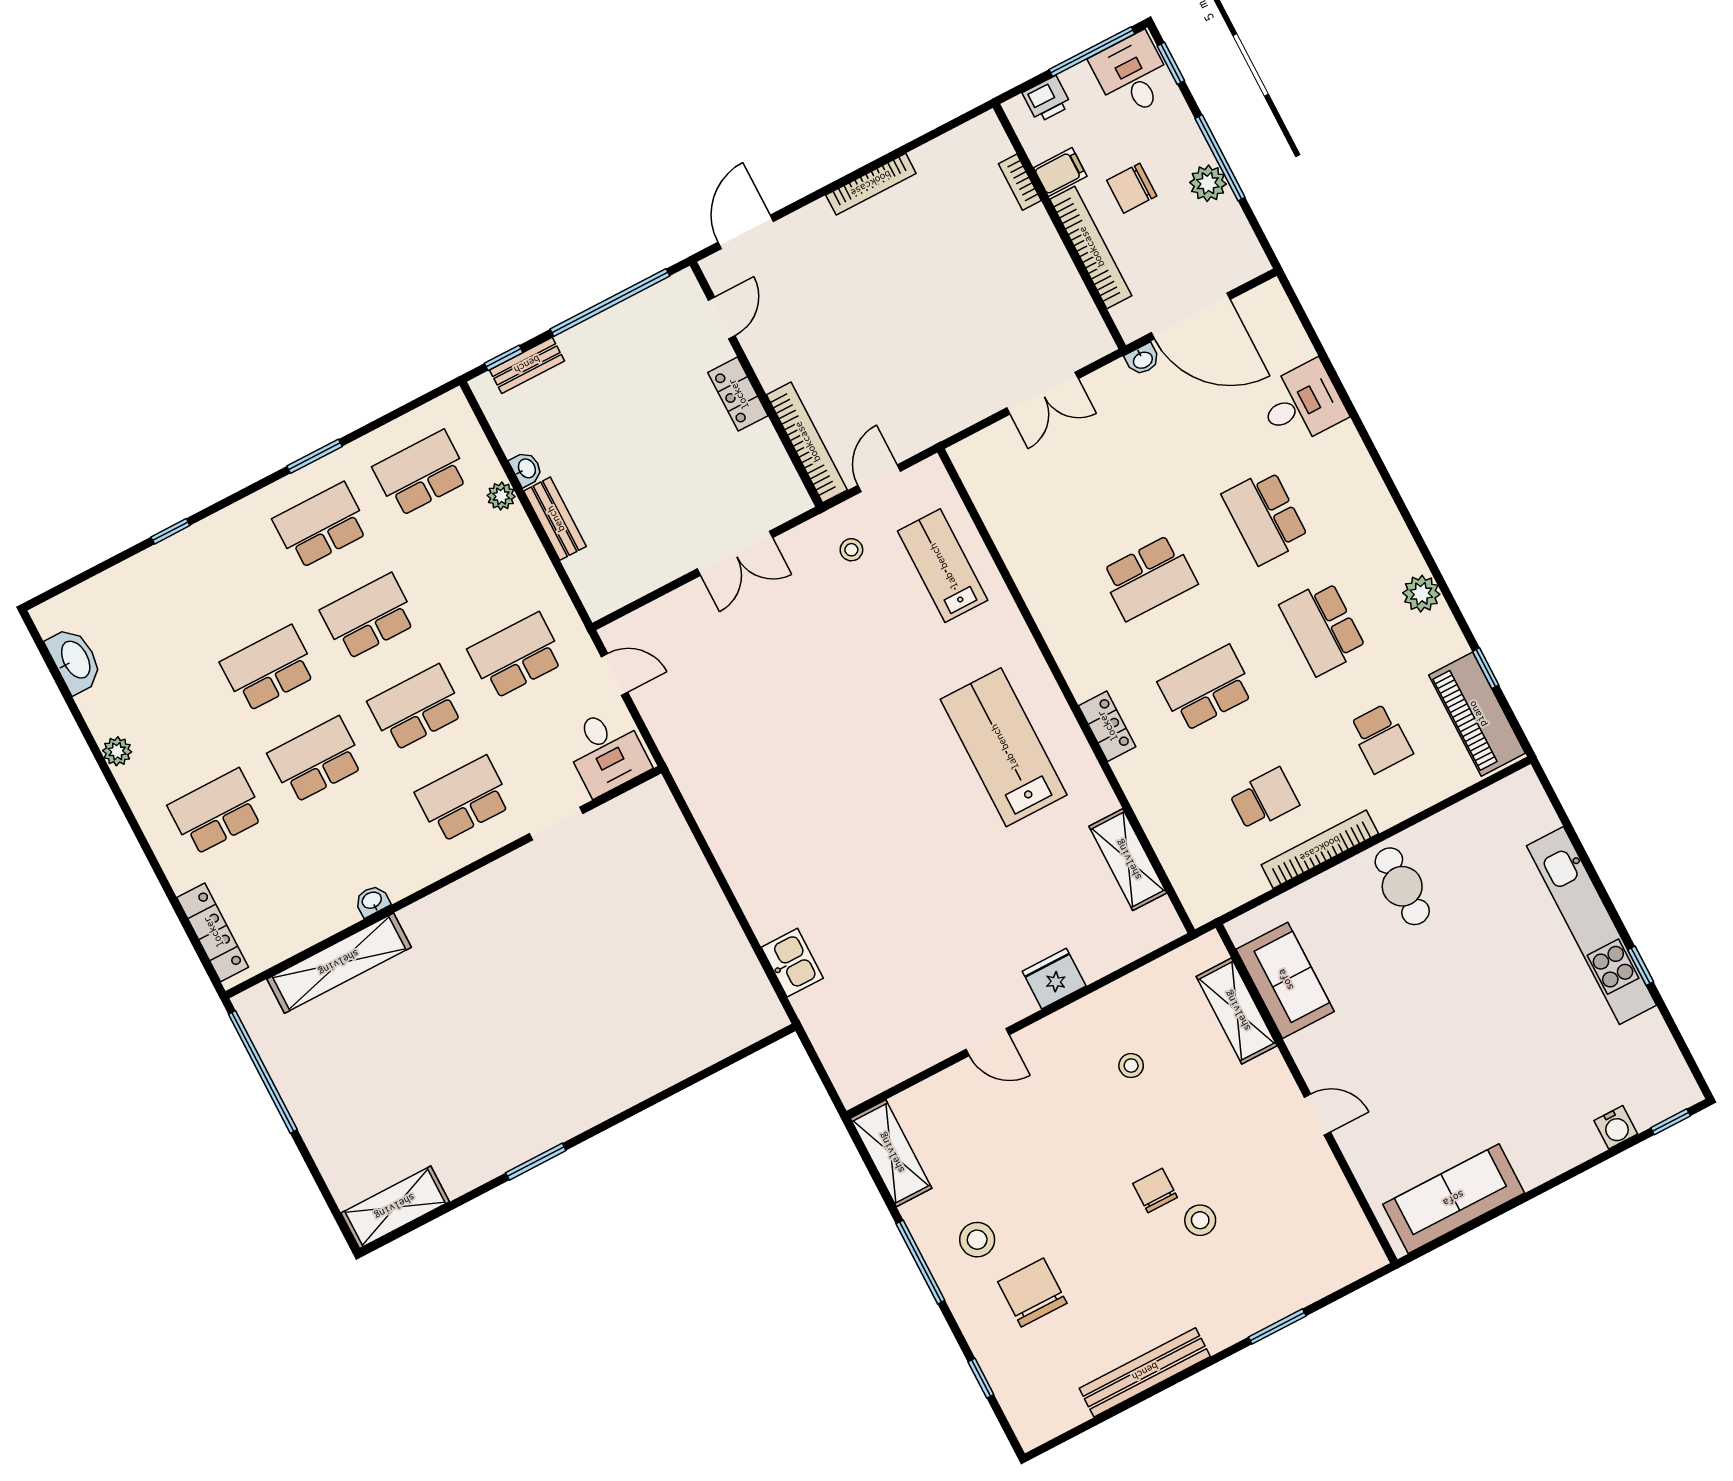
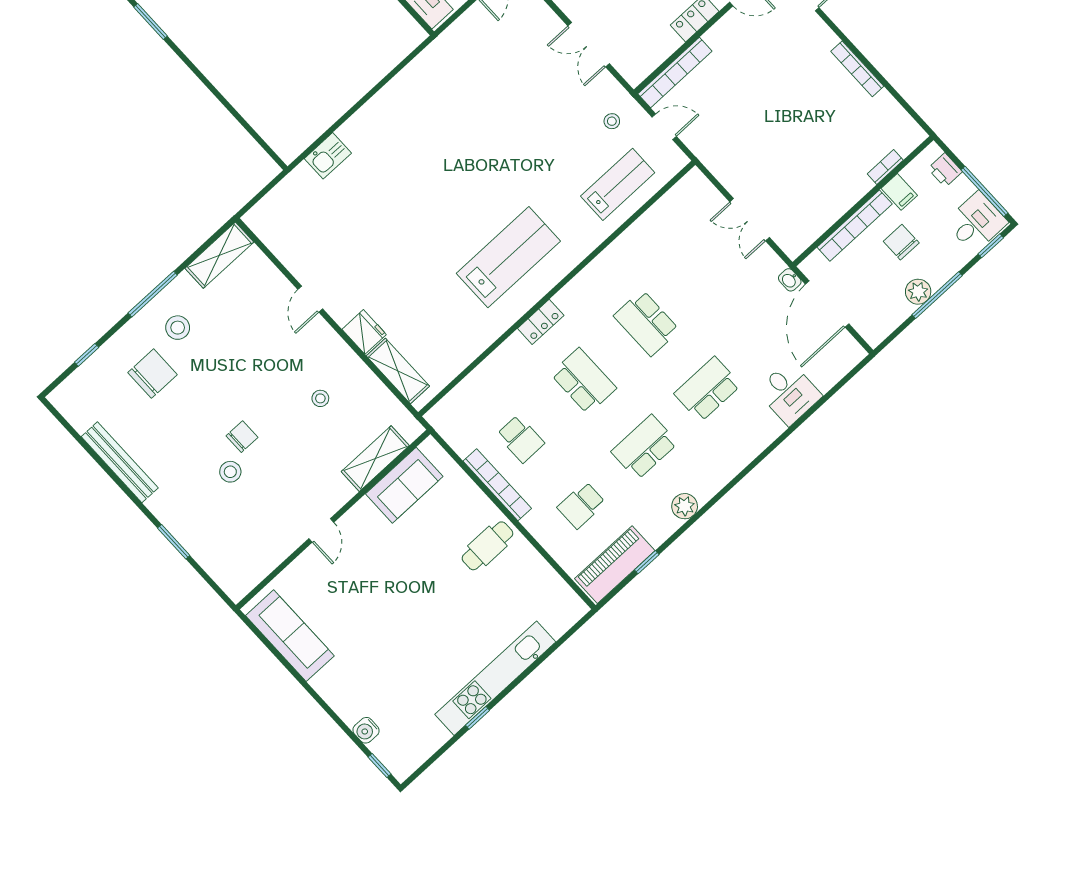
shelving: (1128, 860) -> (398, 371), moved, turned 90

